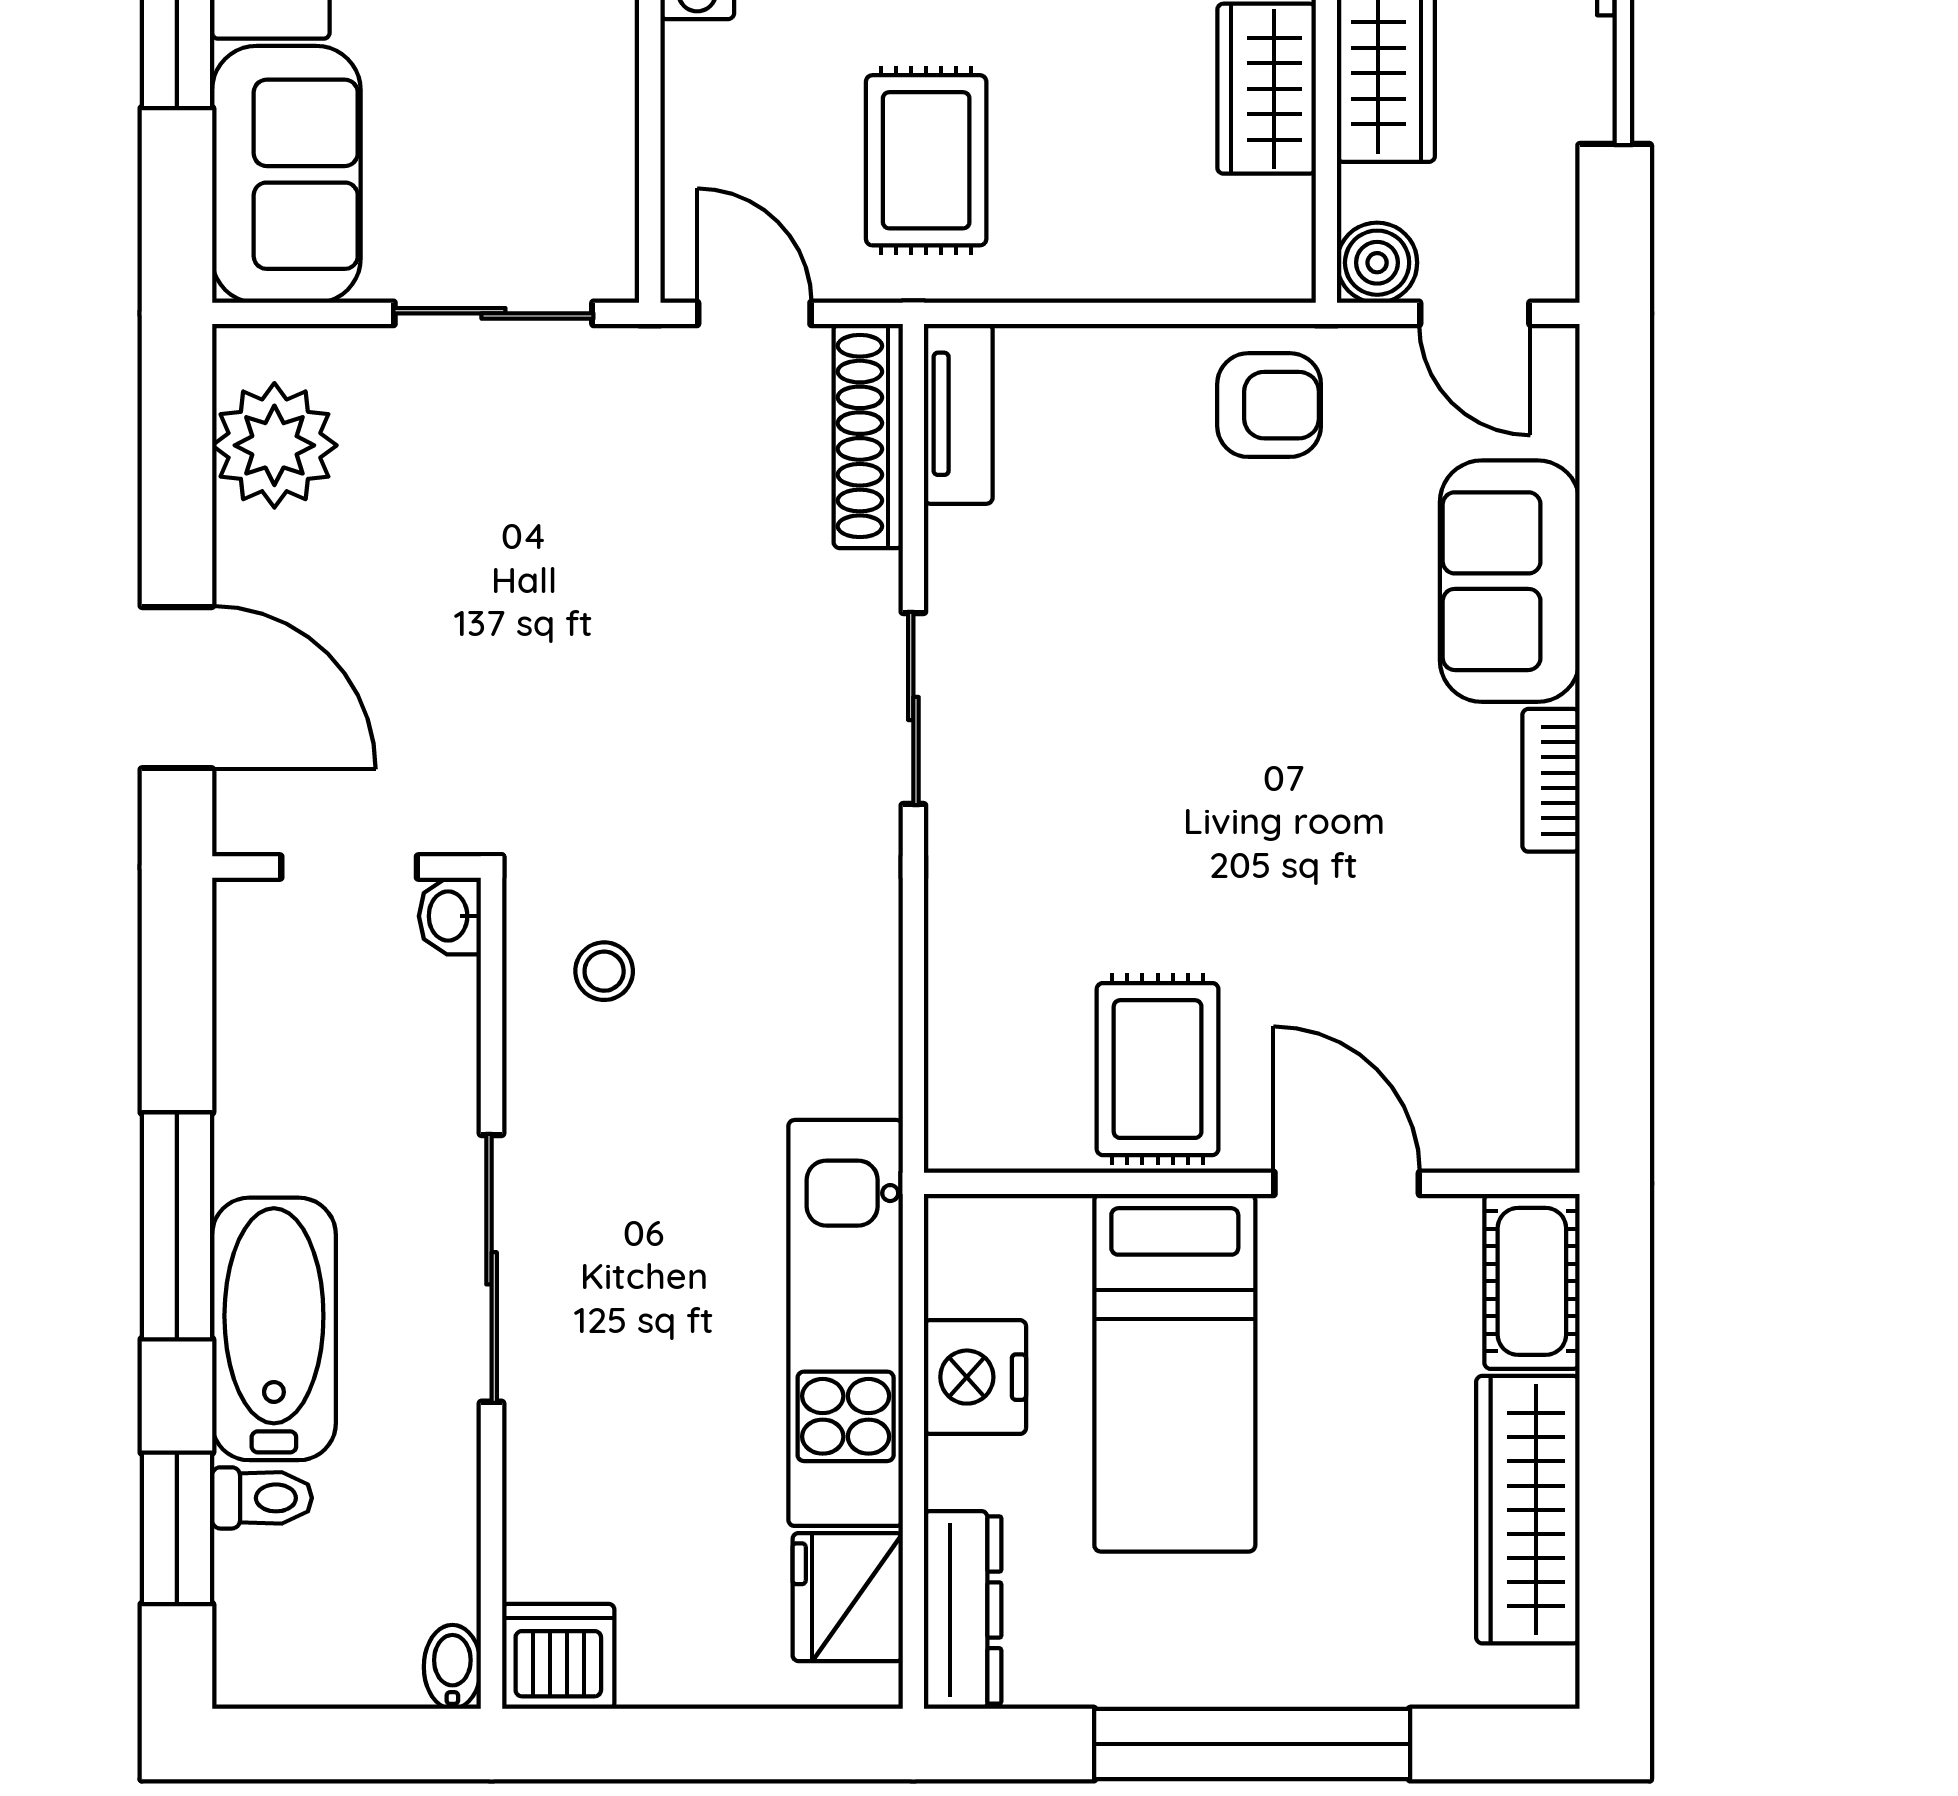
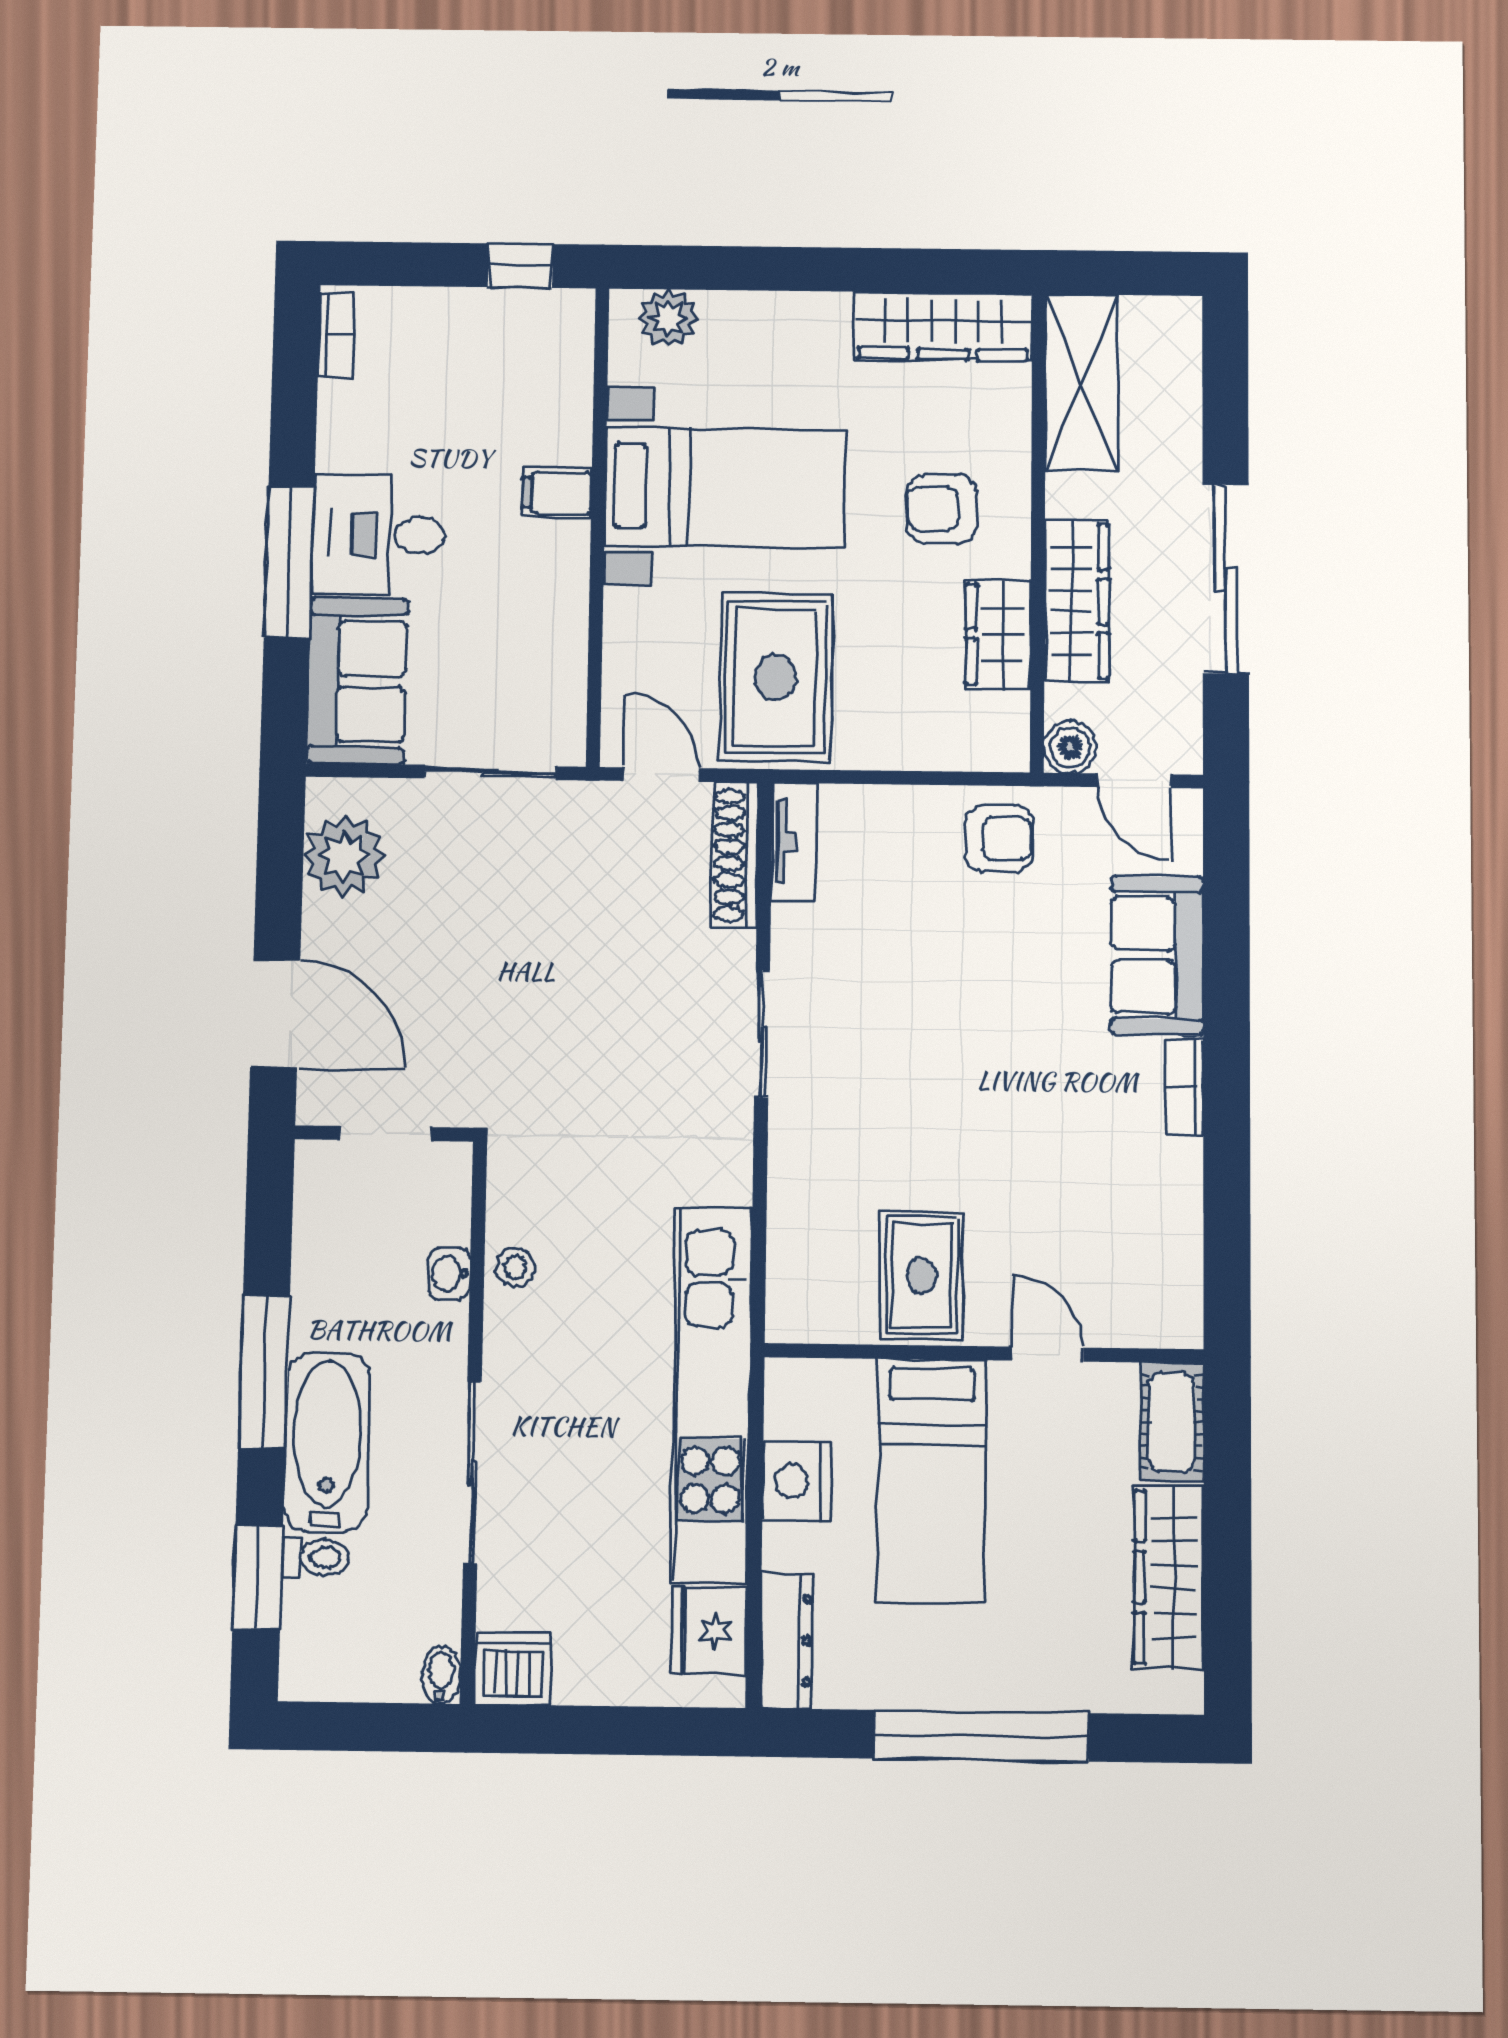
rug: (926, 160) -> (775, 677), width x1.36, depth x1.43
washbasin: (450, 916) -> (449, 1274), moved
stool: (604, 971) -> (515, 1267), moved
door: (1347, 1183) -> (1048, 1354), width x0.73
sliding door: (492, 1268) -> (472, 1473), moved
kitchen unit: (846, 1323) -> (711, 1394), width x1.36

